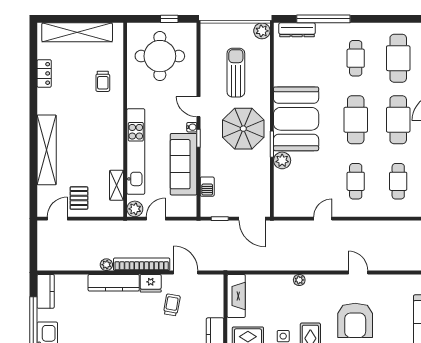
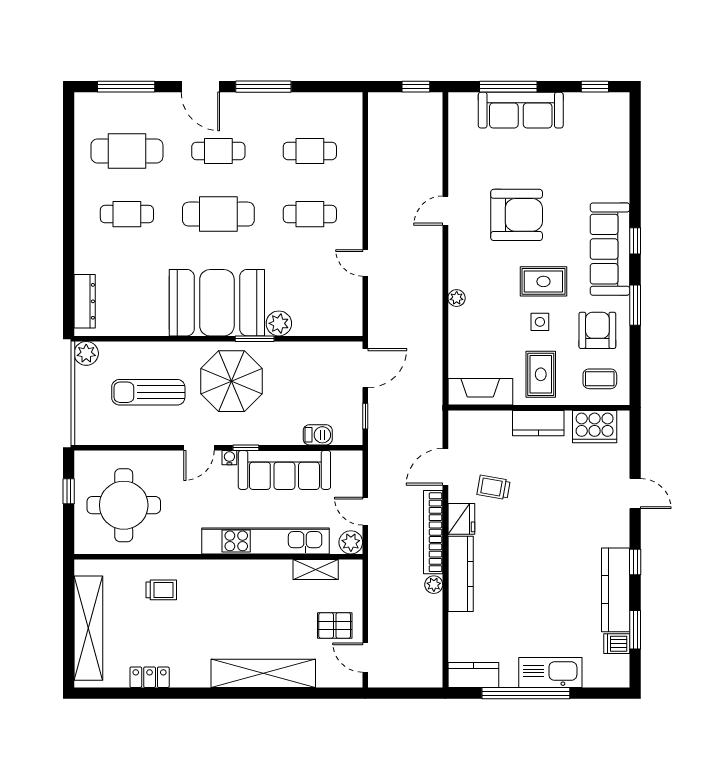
window: (323, 19) -> (69, 262), removed
cafe table: (398, 120) -> (218, 151), width x0.73, depth x0.74

